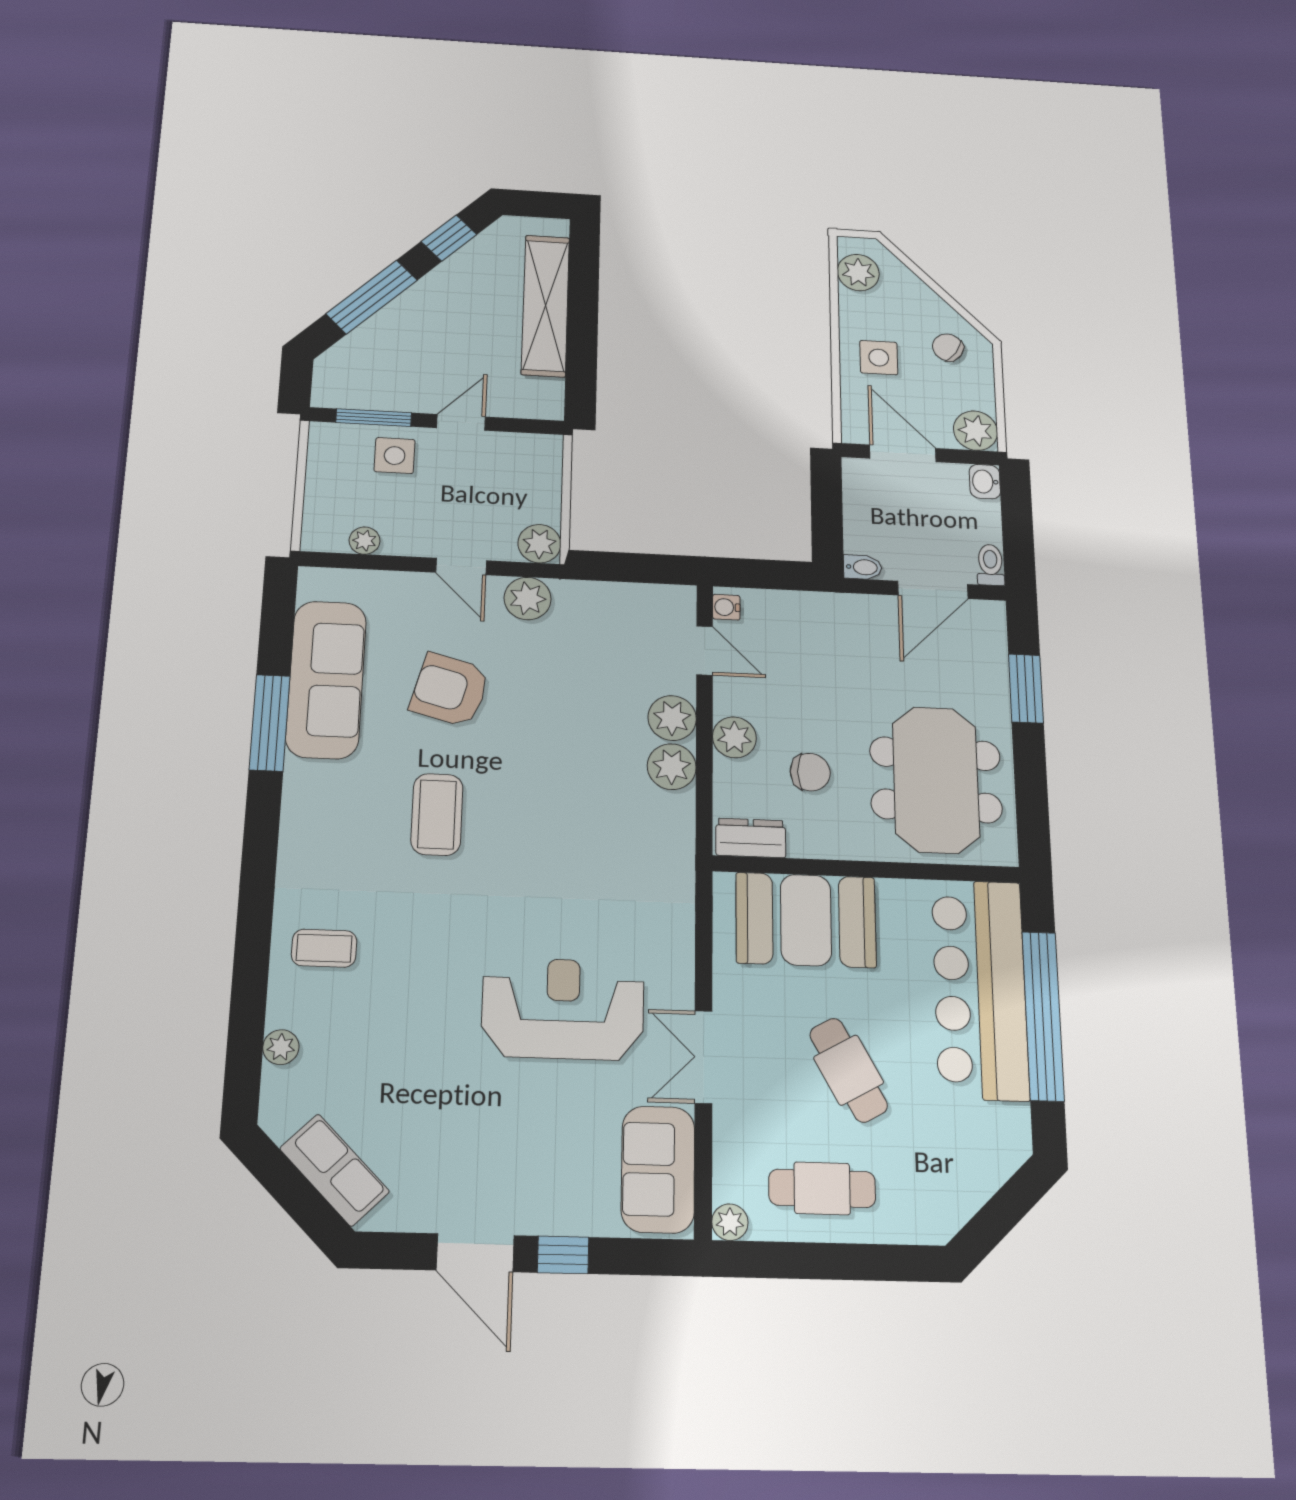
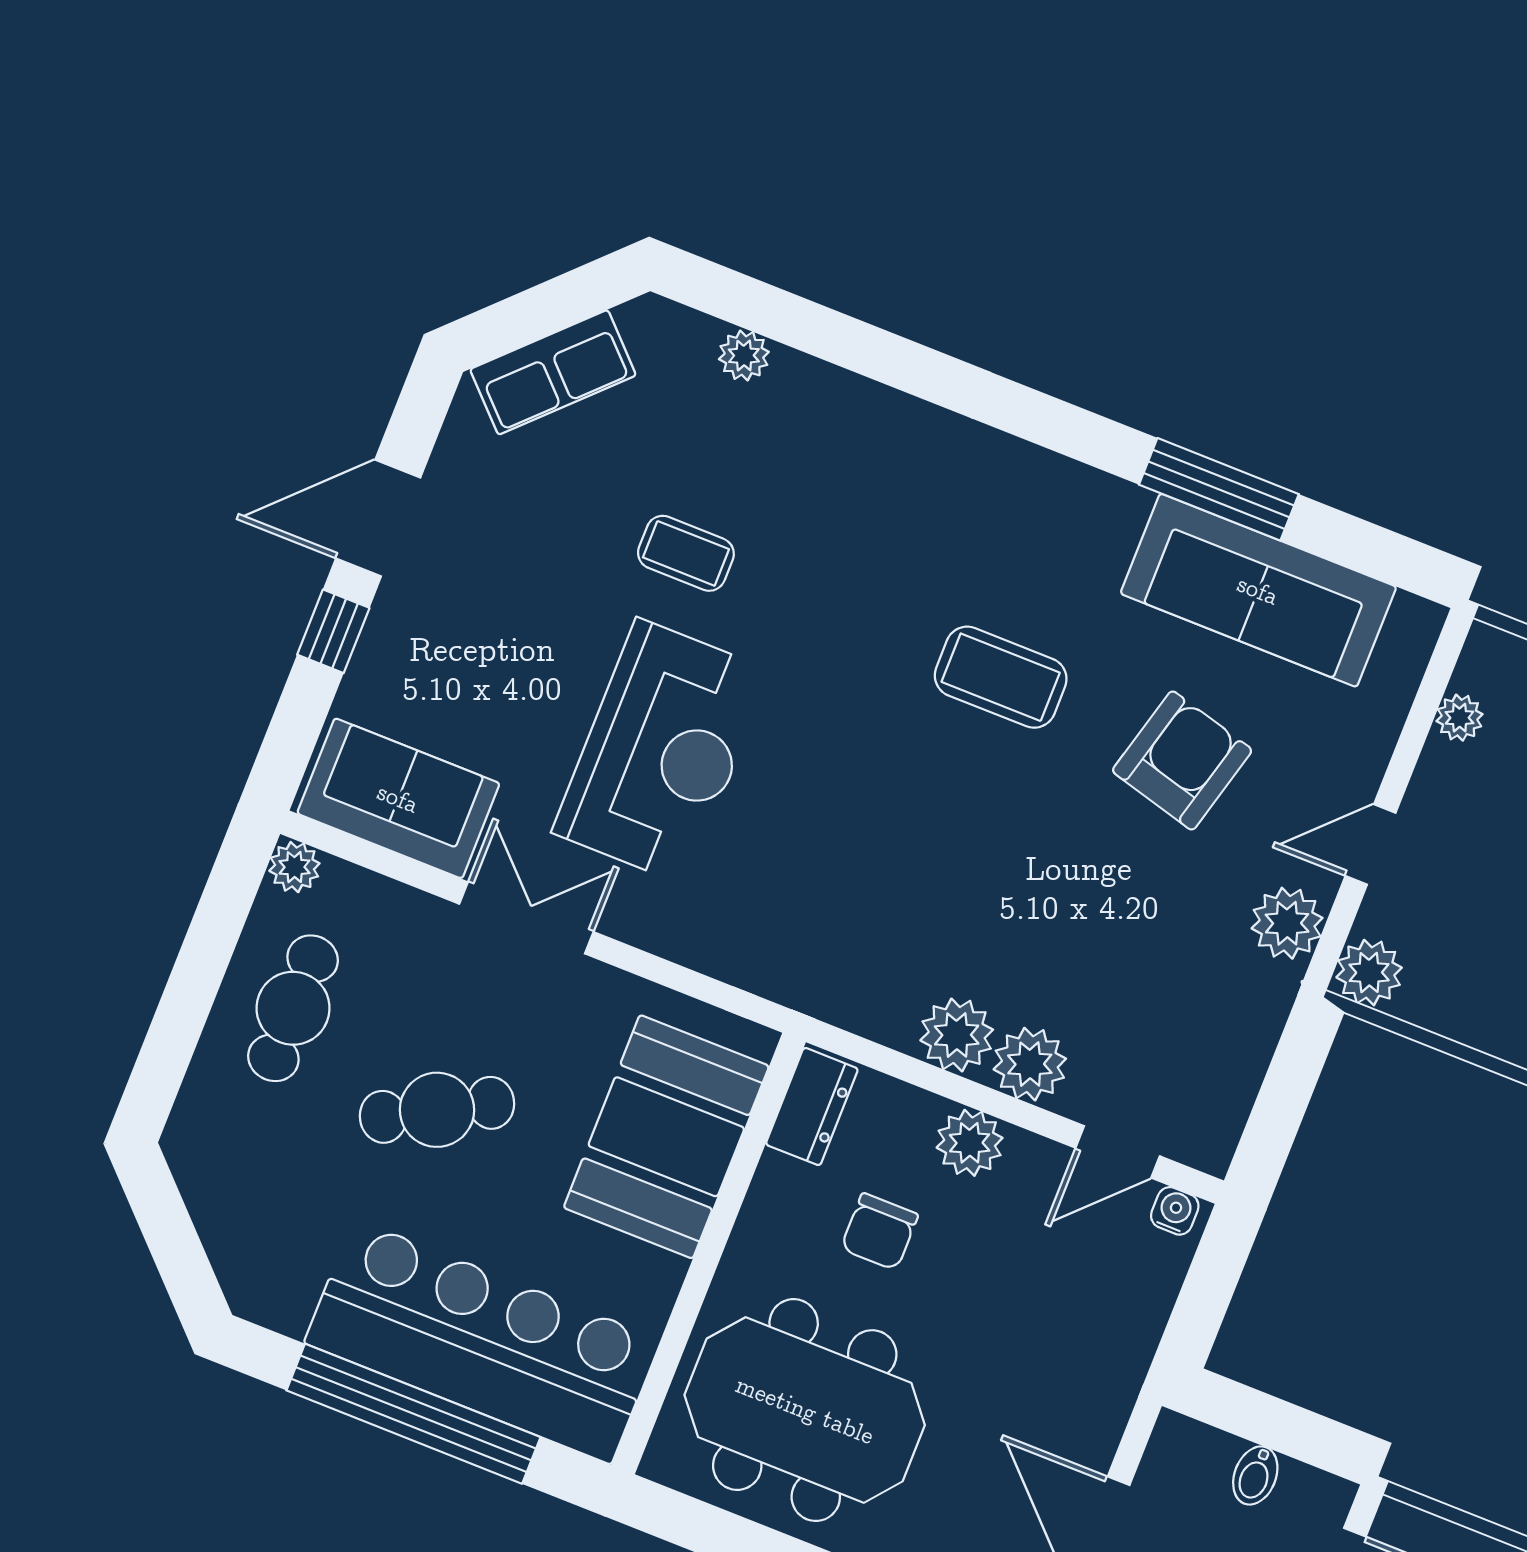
bidet: (863, 567) -> (1255, 1475), moved
coffee table: (324, 948) -> (686, 553), moved, turned 90

